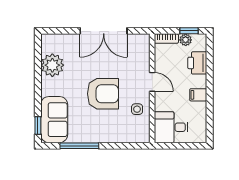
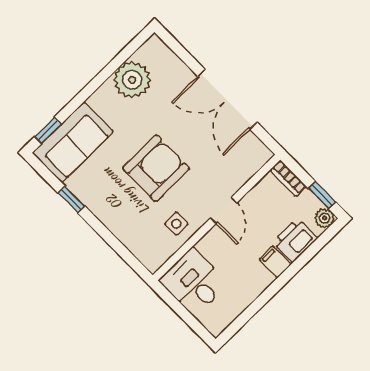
plant: (186, 40) -> (325, 218), moved
armchair: (103, 94) -> (156, 168), turned -90
filing cabinet: (198, 95) -> (275, 262), moved
window: (79, 146) -> (71, 199), width x0.46

